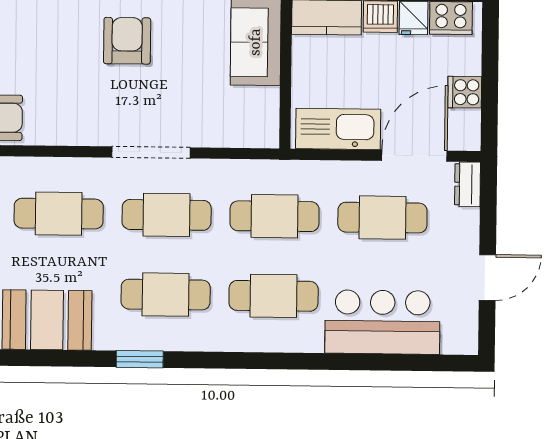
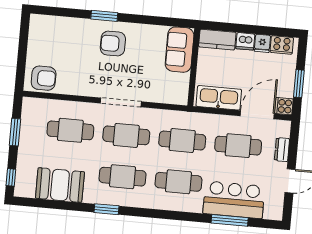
armchair: (127, 41) -> (113, 43), turned -90
window: (490, 89) -> (299, 84), added
cooker: (465, 92) -> (284, 106), moved
dresser: (468, 184) -> (282, 150), moved
window: (377, 362) -> (230, 220), added

